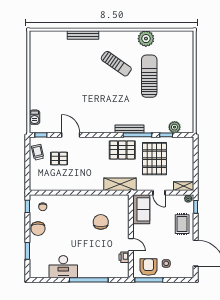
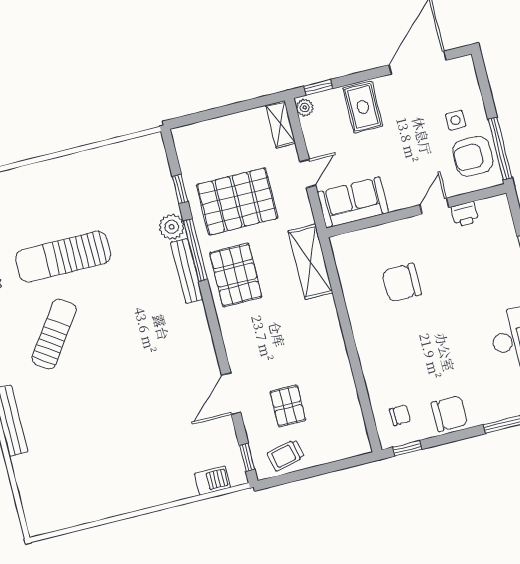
plant: (175, 127) -> (172, 227), moved
rug: (182, 224) -> (363, 107), turned 90

